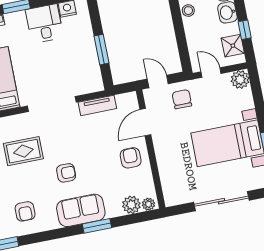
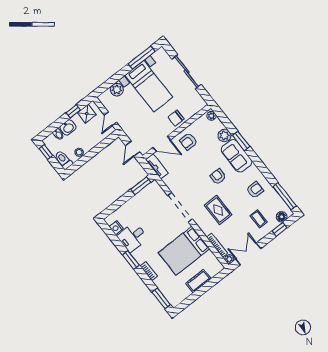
window: (102, 50) -> (141, 186), moved
plant: (240, 80) -> (117, 90), moved
chair: (182, 99) -> (176, 118), moved
tv unit: (97, 105) -> (157, 166), moved
plant: (131, 205) -> (224, 135), moved

